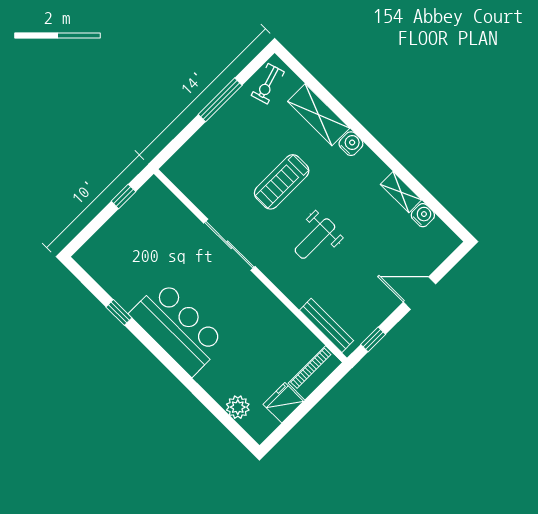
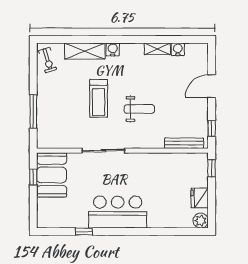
window: (220, 100) -> (33, 111), moved
booth: (146, 215) -> (52, 175), added
weight bench: (315, 239) -> (139, 109), turned -90
piano: (315, 373) -> (201, 170), removed
window: (329, 383) -> (212, 168), added
plant: (238, 407) -> (201, 221), moved

